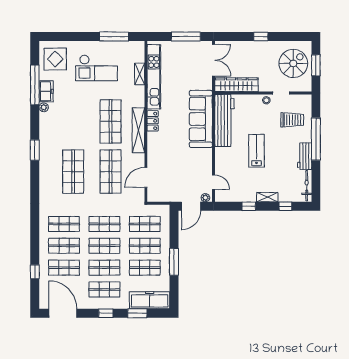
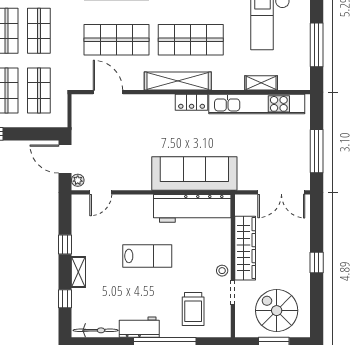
spiral stairs: (293, 63) -> (277, 311), turned 180
wardrobe: (236, 85) -> (245, 248), moved

